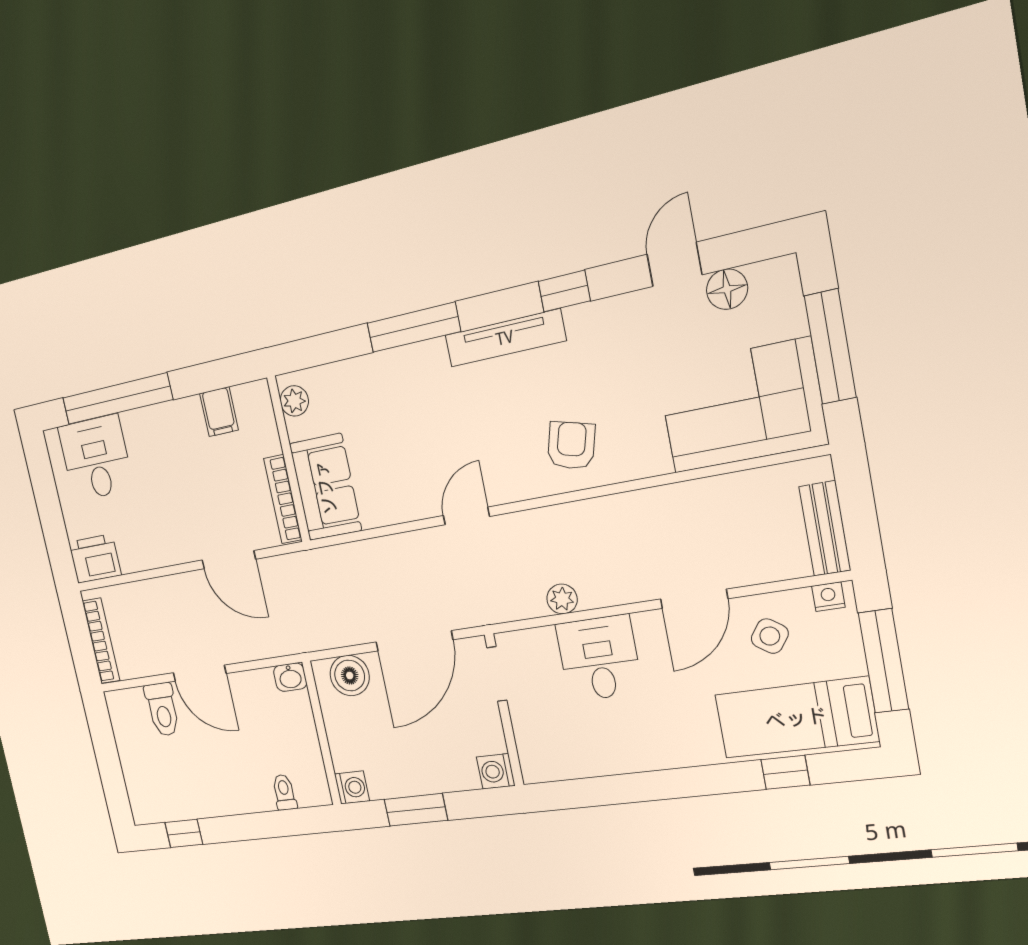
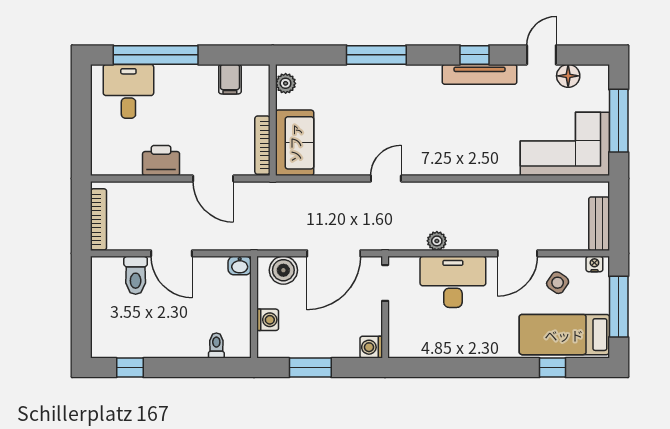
tv unit: (505, 338) -> (480, 74), moved
armchair: (571, 445) -> (461, 147), removed
printer: (95, 559) -> (161, 161), moved
desk: (599, 658) -> (453, 282), width x1.37
washing machine: (352, 788) -> (268, 320), moved

